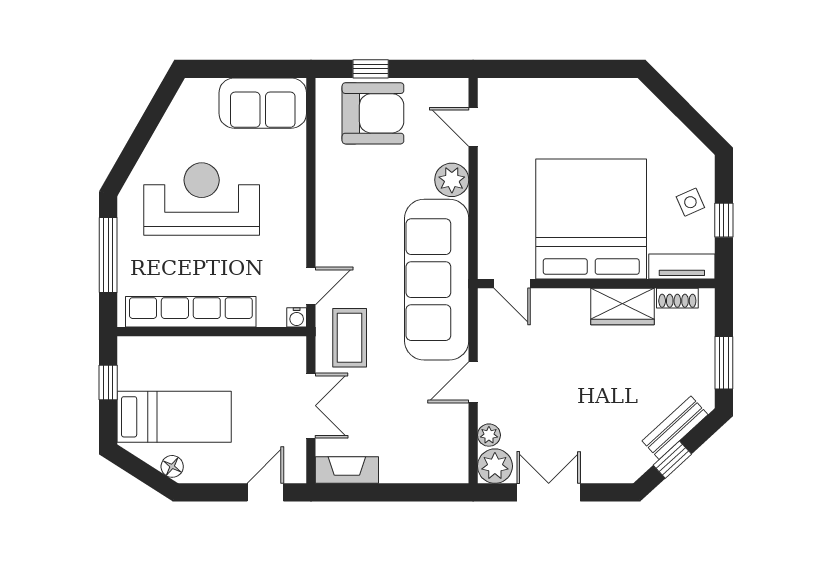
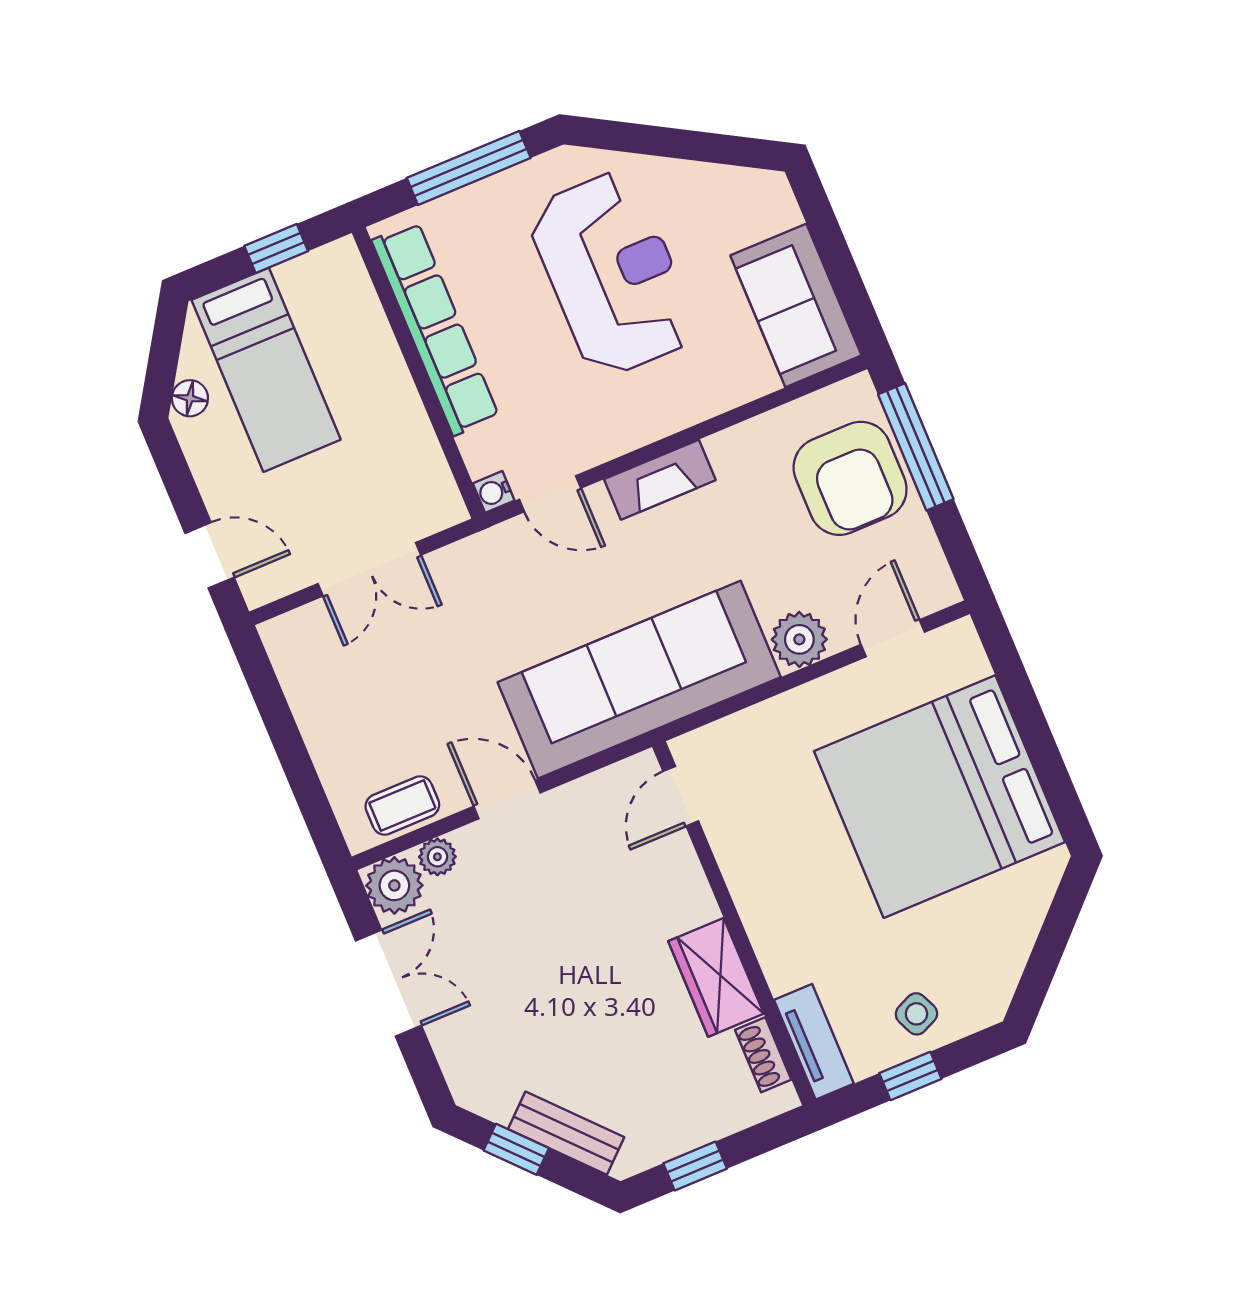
window: (371, 69) -> (916, 447), width x2.17
bed: (591, 219) -> (939, 797), moved, turned 180
coffee table: (350, 338) -> (402, 805), moved, width x0.73, depth x0.77
window: (724, 363) -> (695, 1166), width x0.67
fireplace: (347, 470) -> (660, 480), moved, turned 90

